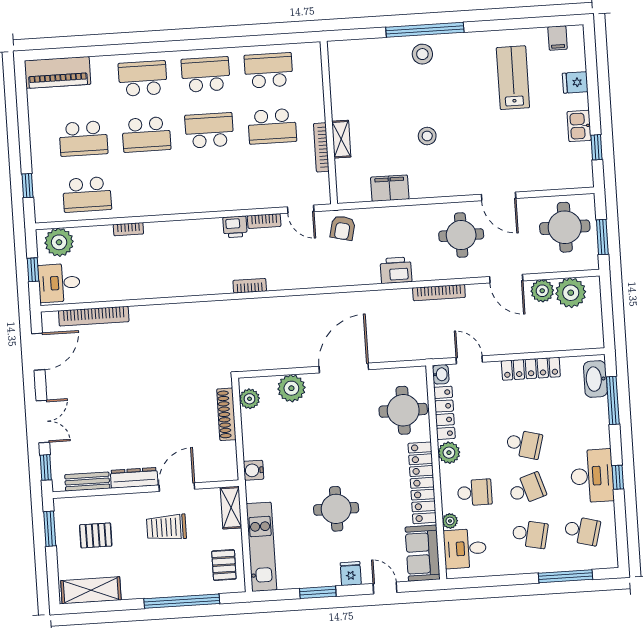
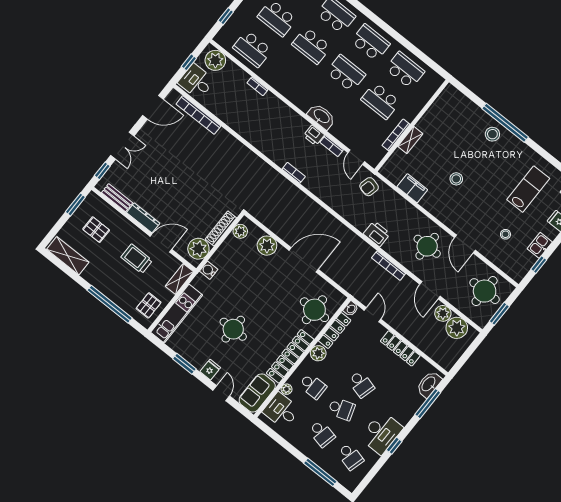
stool: (532, 147) -> (505, 234), added
washbasin: (225, 200) -> (321, 116), added
plant: (222, 457) -> (198, 249), added

